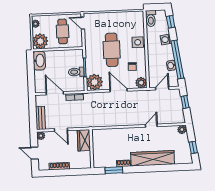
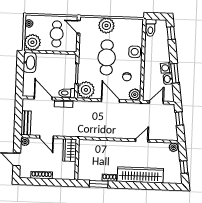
plant: (109, 20) -> (106, 26), added
washing machine: (166, 39) -> (166, 68), moved
window: (177, 59) -> (175, 73), width x0.47
toilet: (76, 72) -> (67, 93), moved

